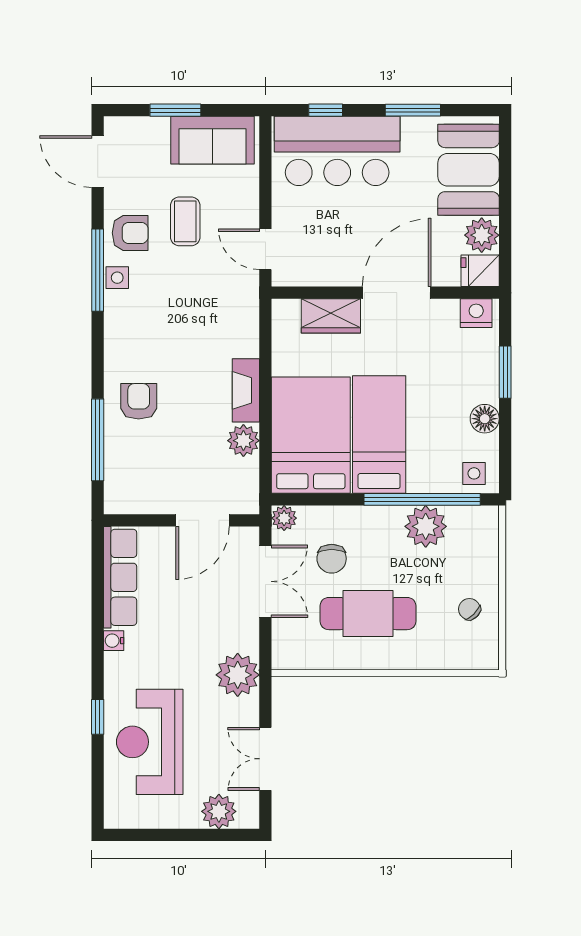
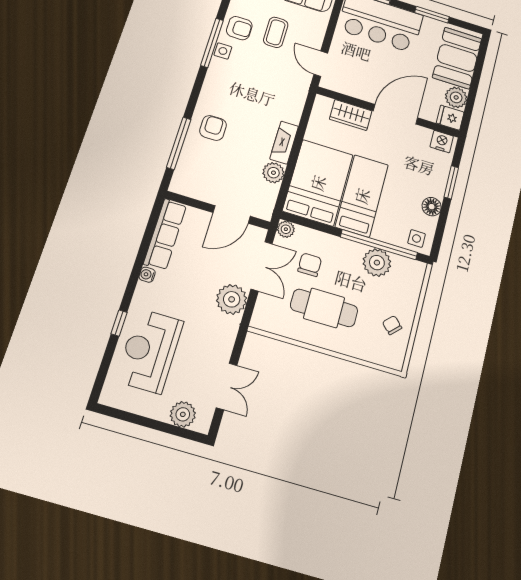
chair: (332, 559) -> (310, 265), turned 180
plant: (238, 675) -> (232, 299), moved
double door: (265, 759) -> (227, 386), swing flipped

